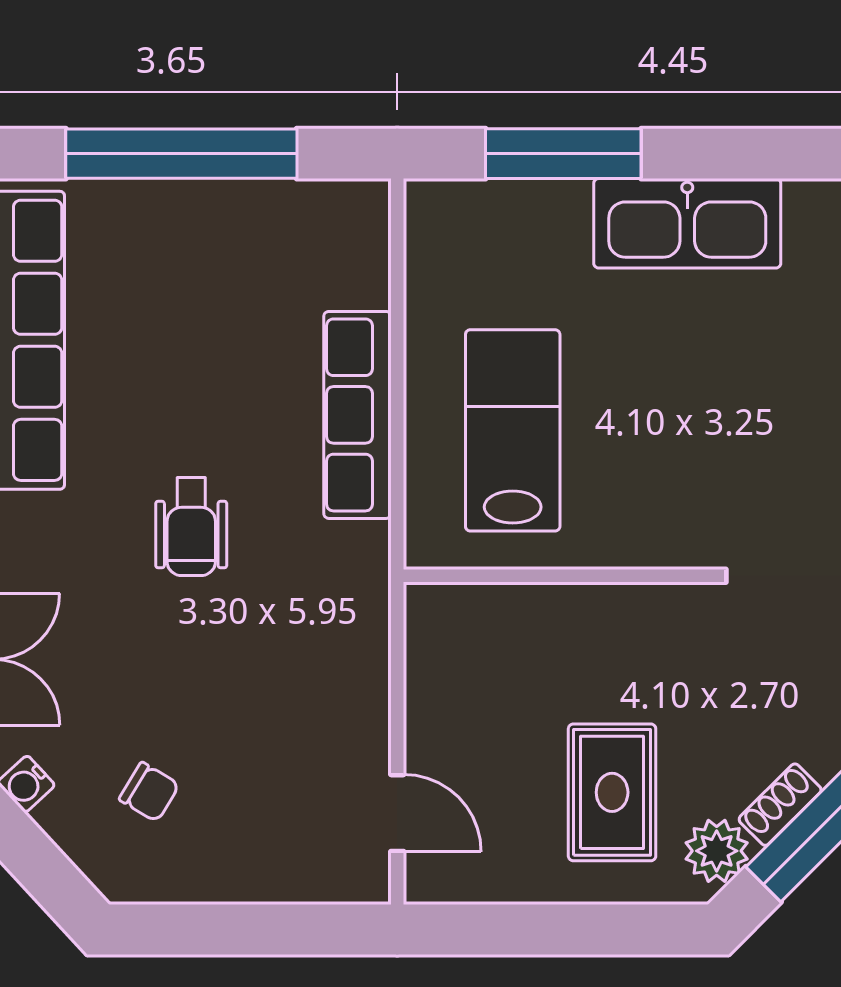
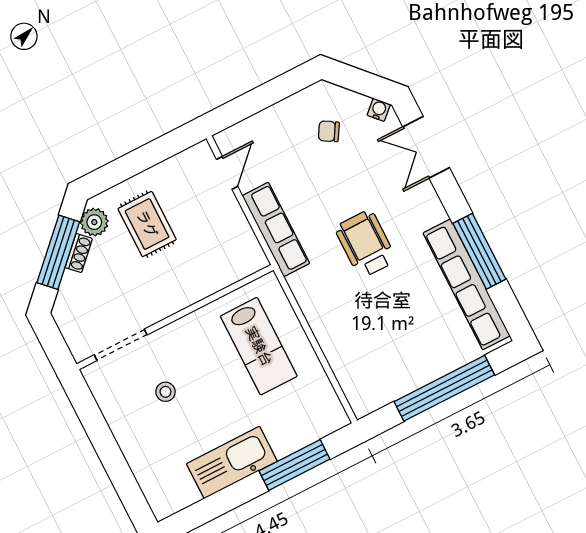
row of seats: (358, 415) -> (276, 230), moved
stool: (748, 435) -> (165, 392), added
wheelchair: (191, 527) -> (366, 244), width x1.36, depth x1.37
door: (397, 813) -> (227, 173), swing flipped

